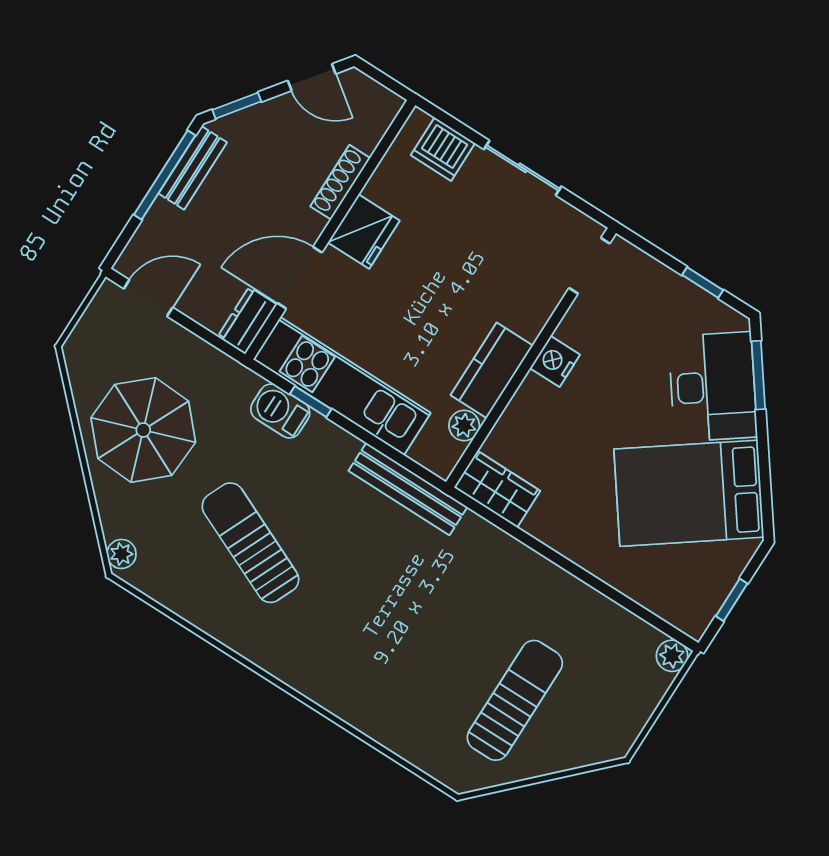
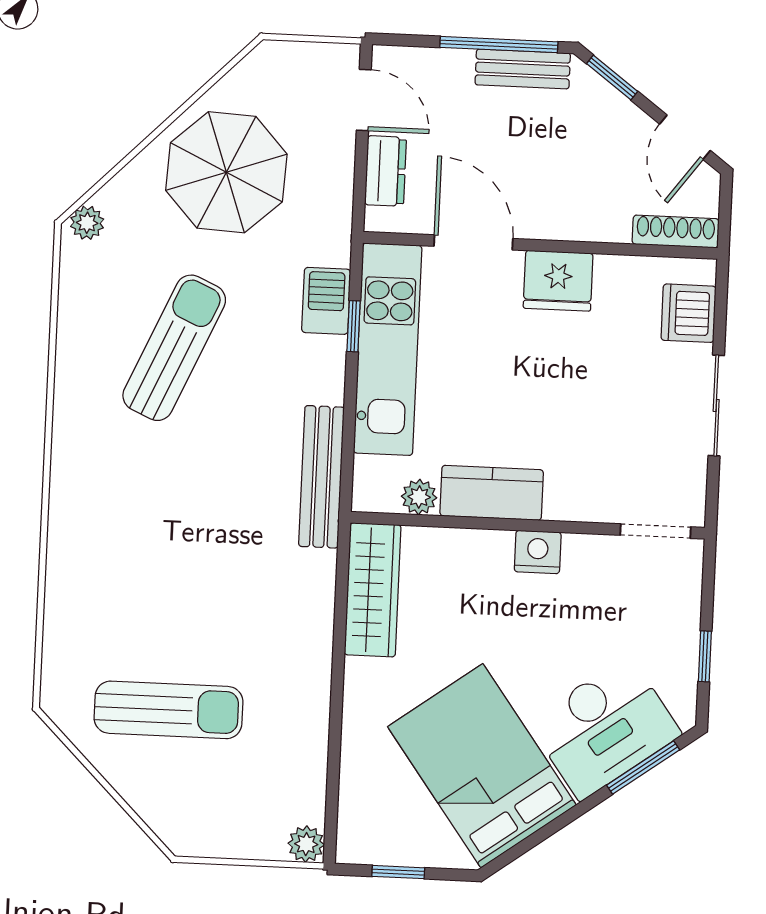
shoe rack: (340, 182) -> (676, 231), moved
dresser: (247, 320) -> (385, 171), moved, turned 90
wardrobe: (497, 489) -> (373, 590), width x1.50

